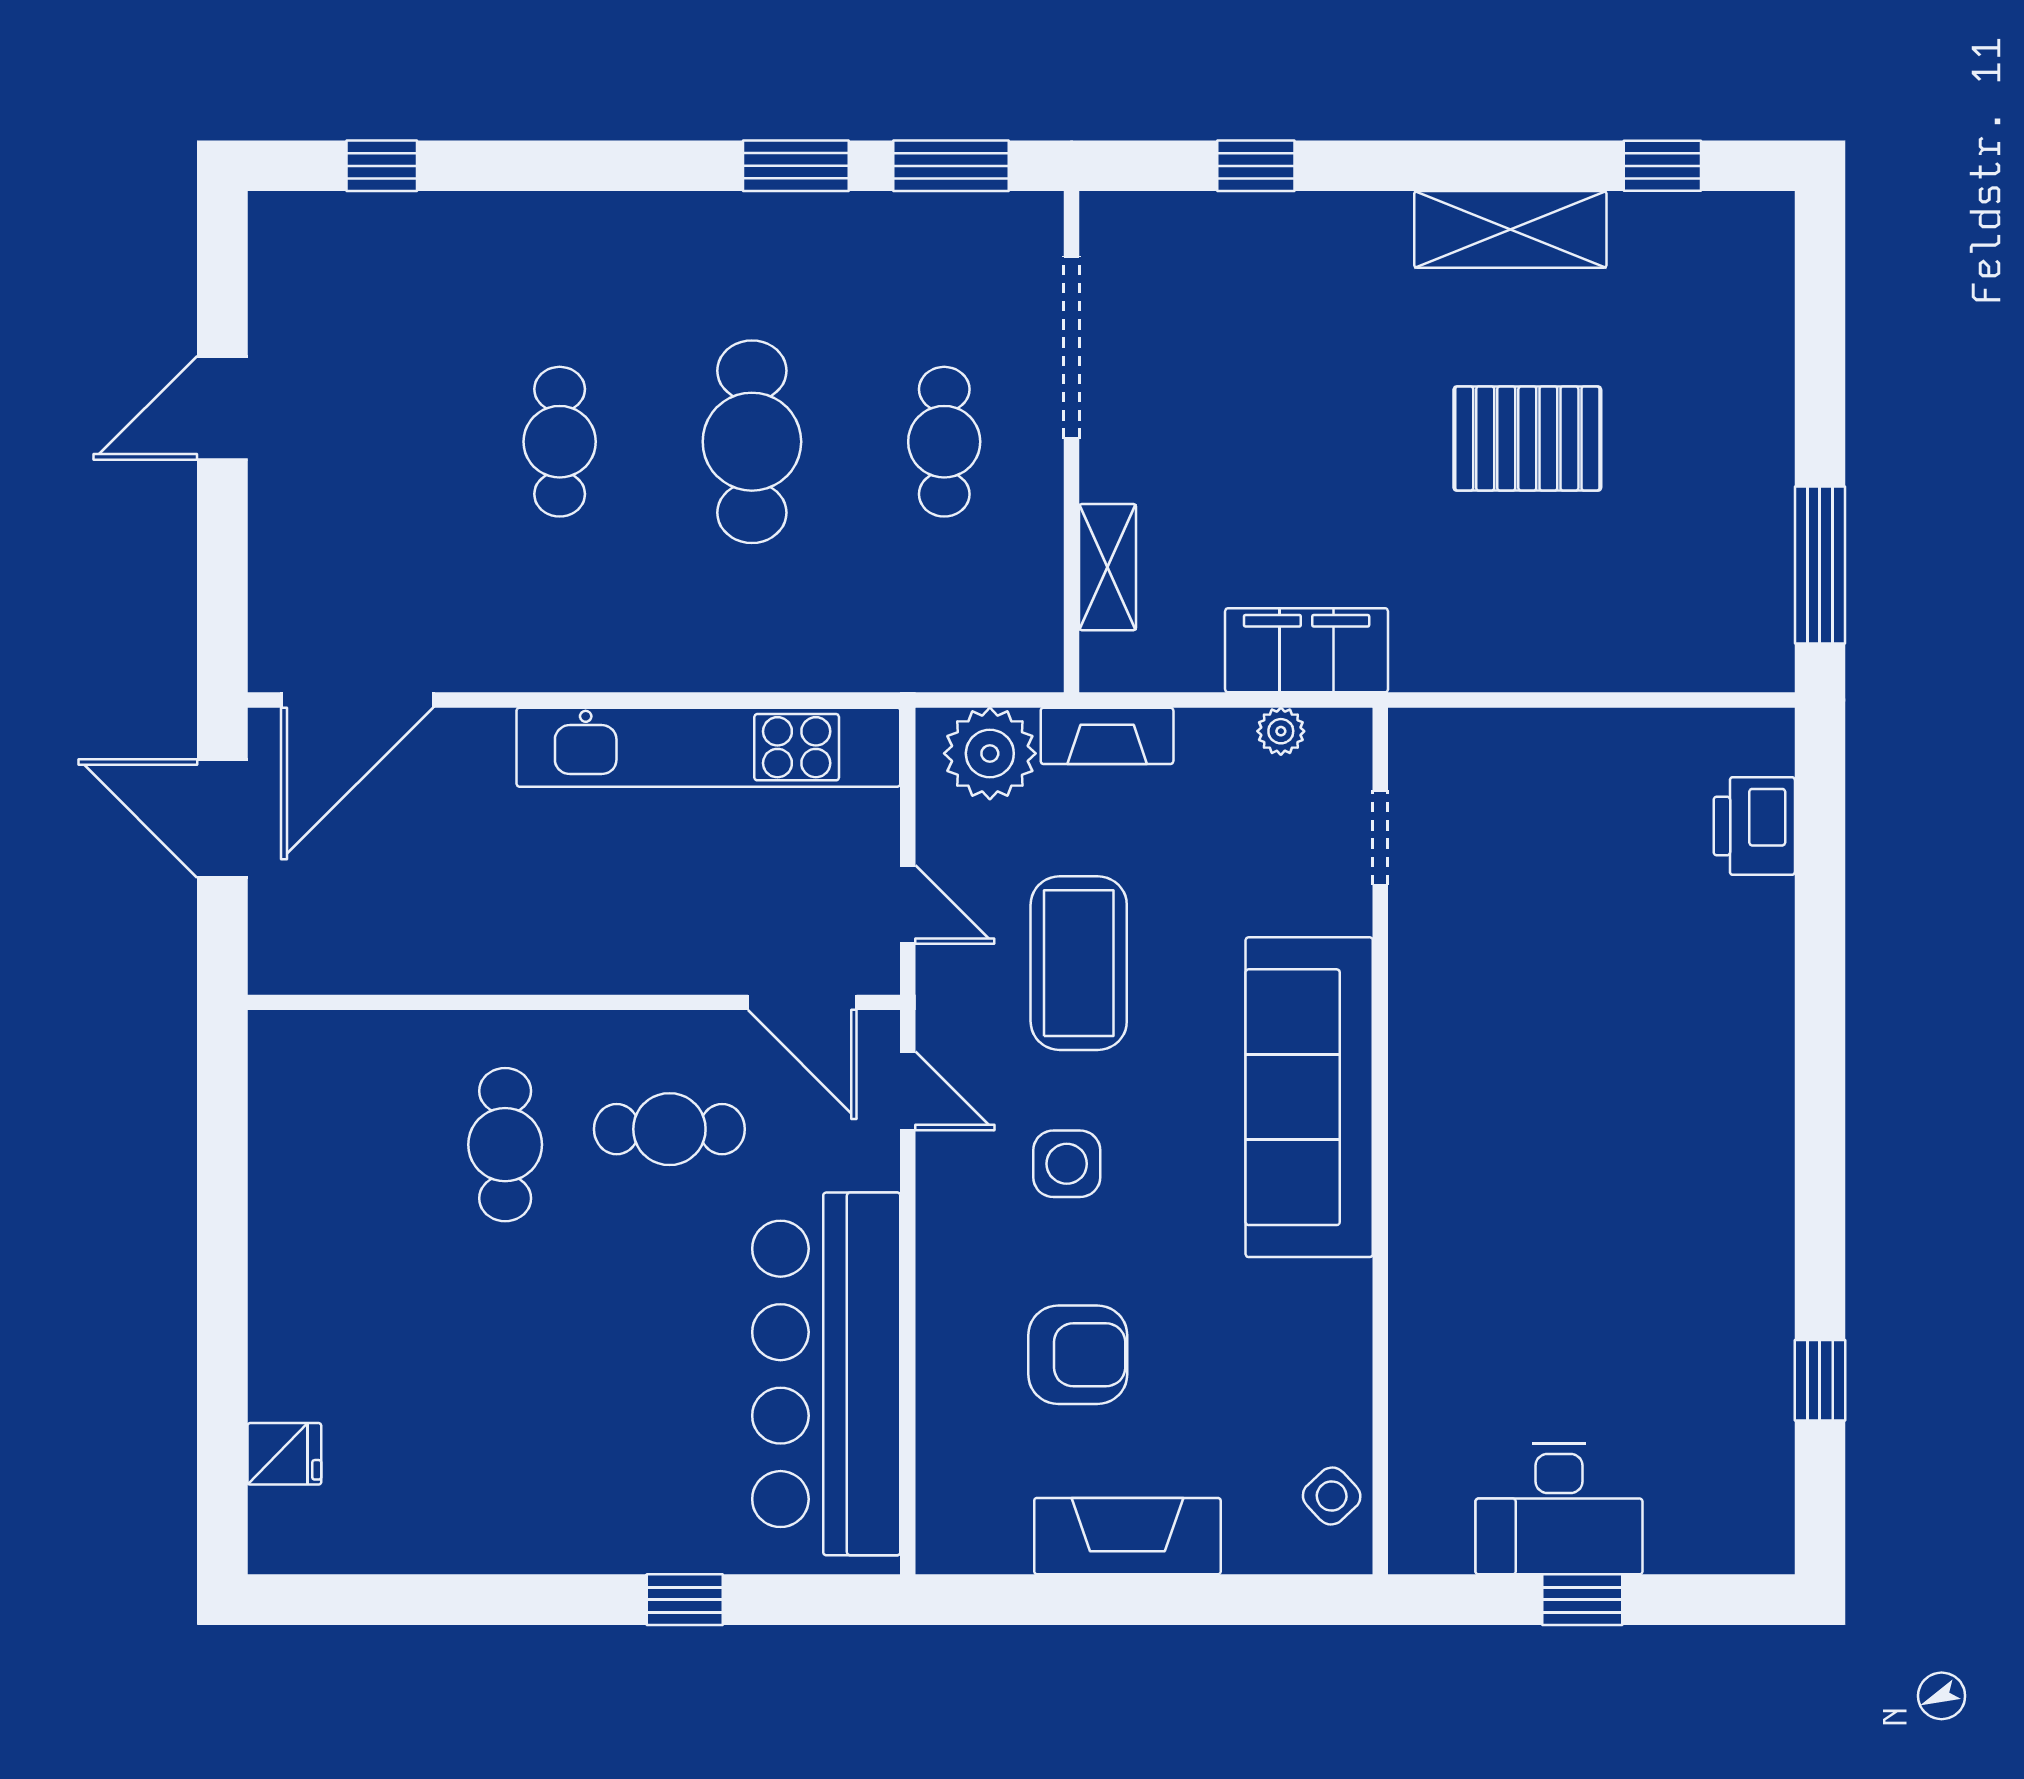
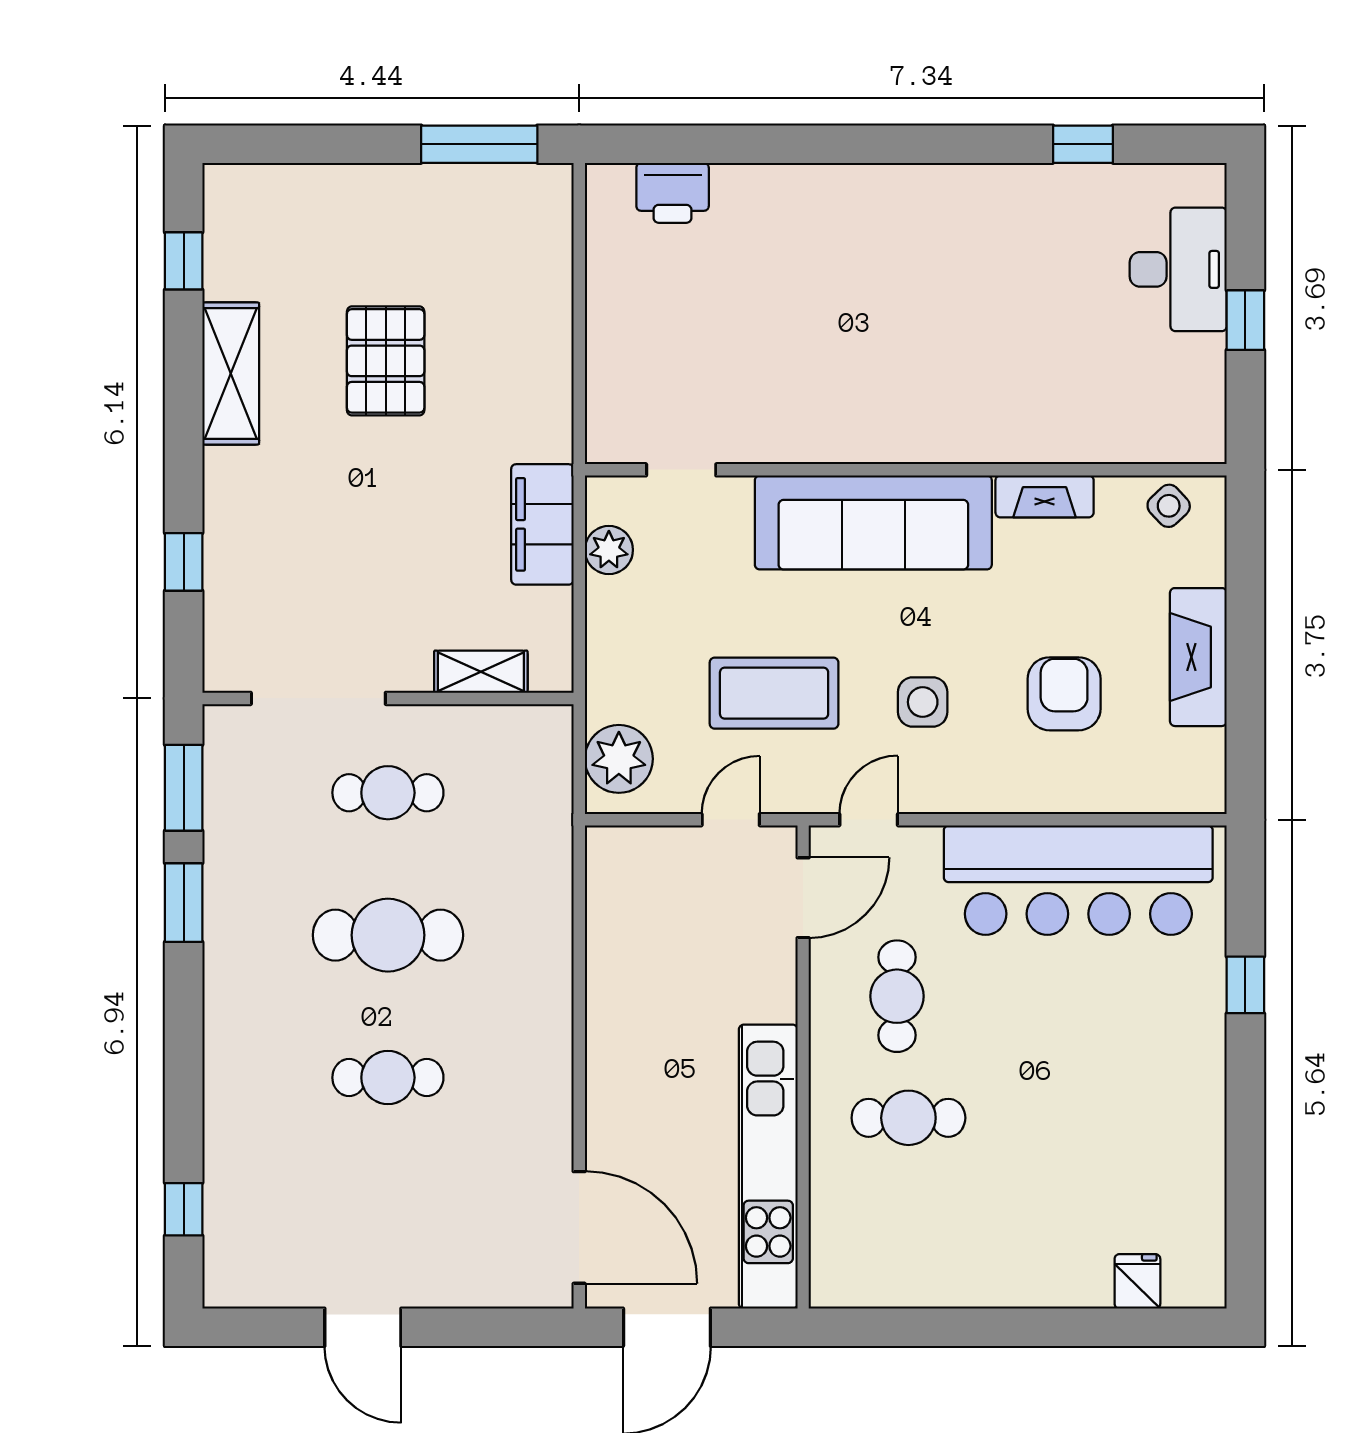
plant: (1281, 731) -> (609, 550), width x1.38, depth x1.38
fireplace: (1107, 736) -> (1045, 496), moved, turned 90
kitchen unit: (708, 747) -> (768, 1167), moved, turned 180
desk: (1559, 1509) -> (1178, 269), moved

